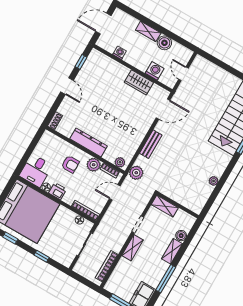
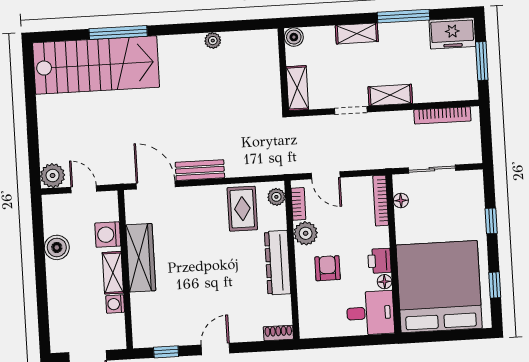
shelving: (148, 31) -> (113, 273), moved
door: (184, 74) -> (84, 189), swing flipped
wardrobe: (139, 82) -> (141, 258), width x1.50
rug: (125, 143) -> (242, 209), added
bench: (151, 144) -> (200, 170), moved
plant: (136, 173) -> (53, 176), moved
boiler: (181, 236) -> (294, 37), moved

